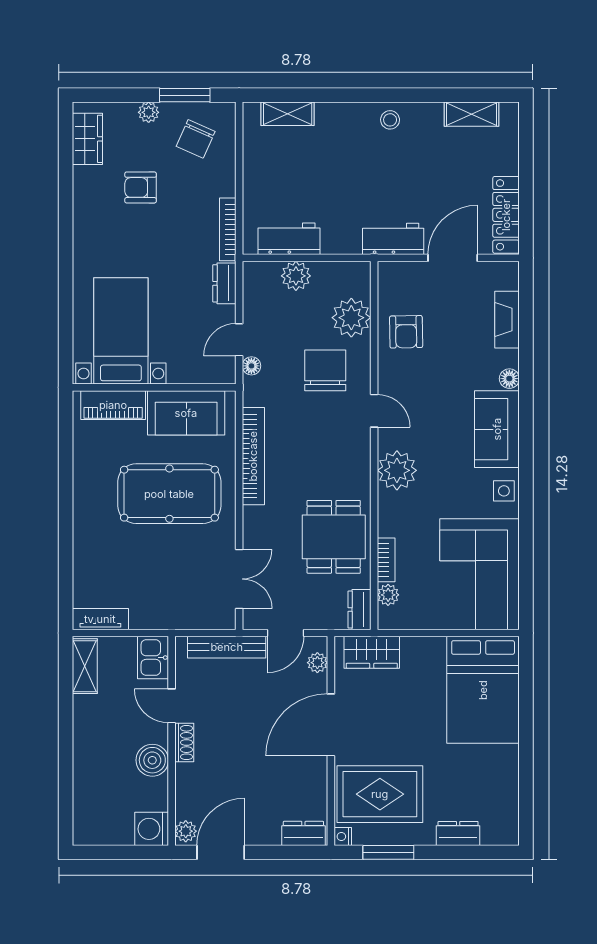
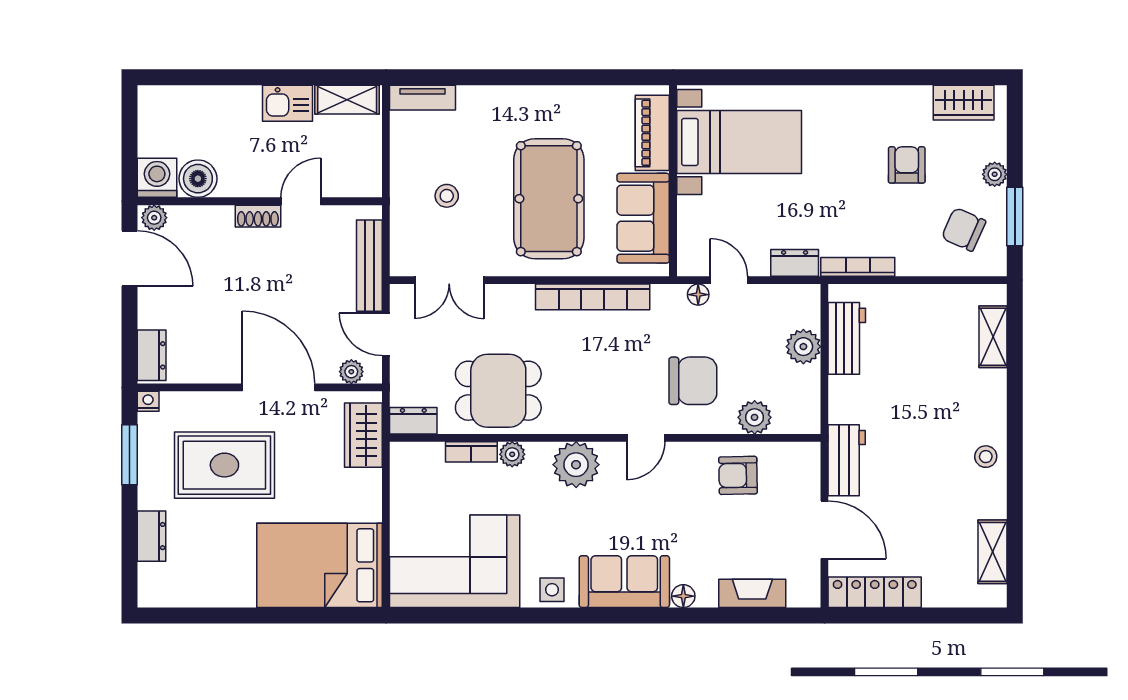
plant: (351, 318) -> (755, 417), width x0.73, depth x0.73
stool: (167, 581) -> (447, 196), added
plant: (388, 595) -> (512, 454), moved
tv unit: (100, 619) -> (422, 98), moved, turned 90
kitchen sink: (153, 658) -> (288, 103), moved, turned 180
boiler: (152, 760) -> (198, 179), moved
rug: (380, 794) -> (224, 465), moved, turned 90

